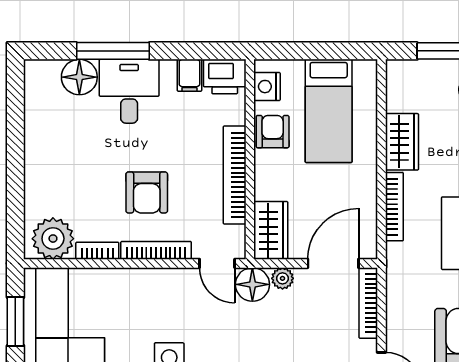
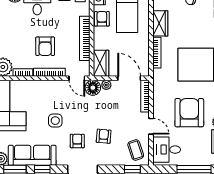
door: (333, 263) -> (129, 78), hinge flipped

